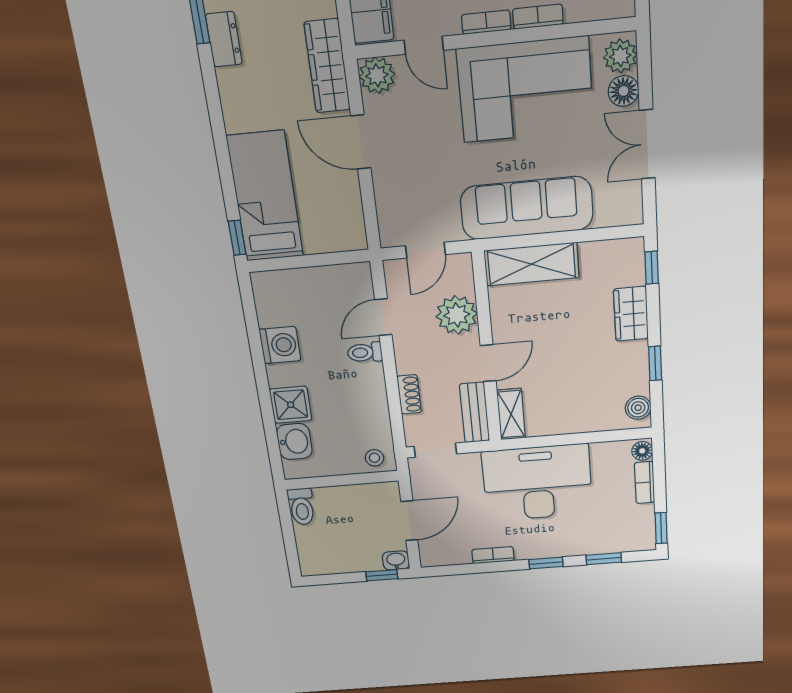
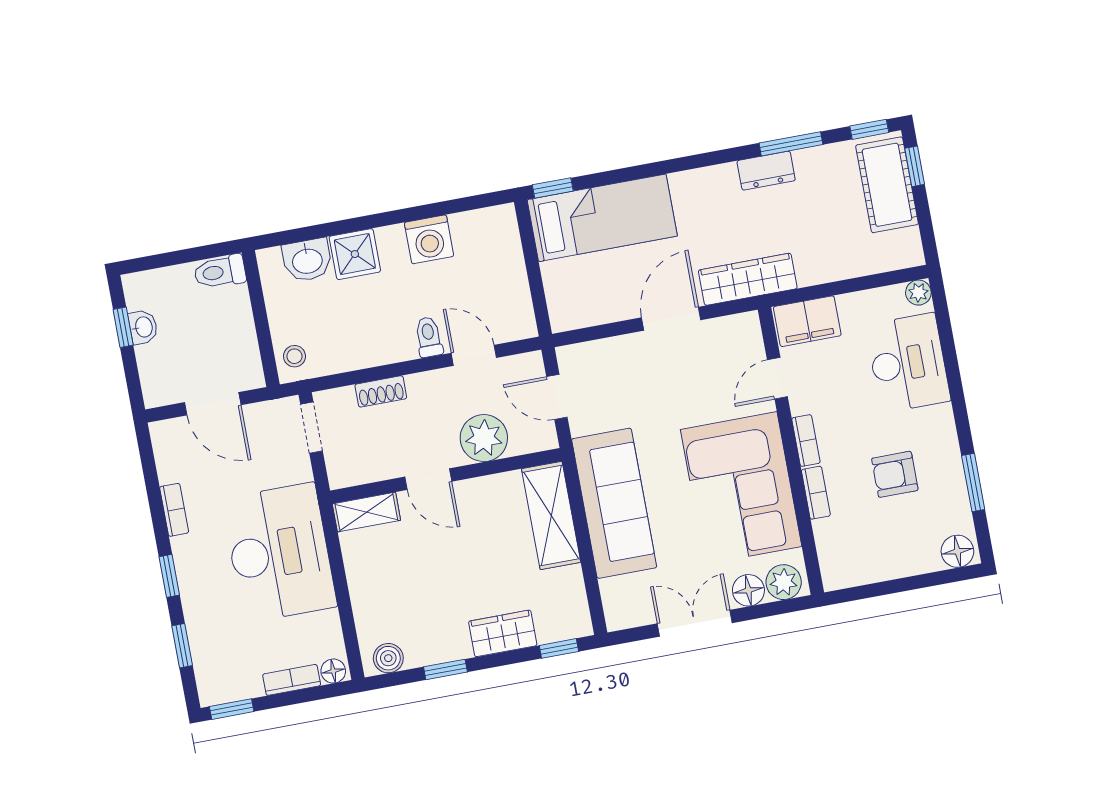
plant: (377, 75) -> (743, 332), removed
bench: (475, 413) -> (365, 469), removed
washbasin: (396, 560) -> (143, 327), moved
window: (382, 575) -> (123, 327), moved

